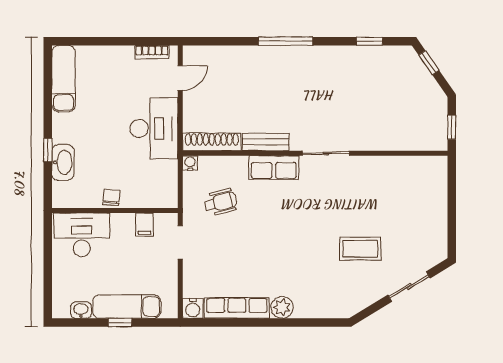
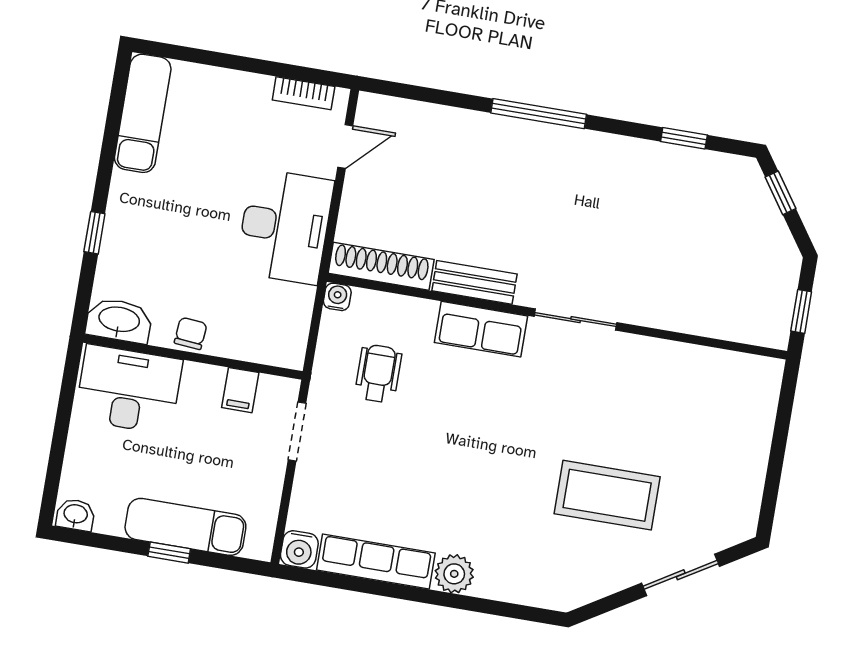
washbasin: (63, 162) -> (119, 320), moved, turned -90
wheelchair: (220, 202) -> (378, 373), turned -76
coffee table: (360, 249) -> (607, 495), width x1.36, depth x1.32
washbasin: (81, 310) -> (75, 515), moved

